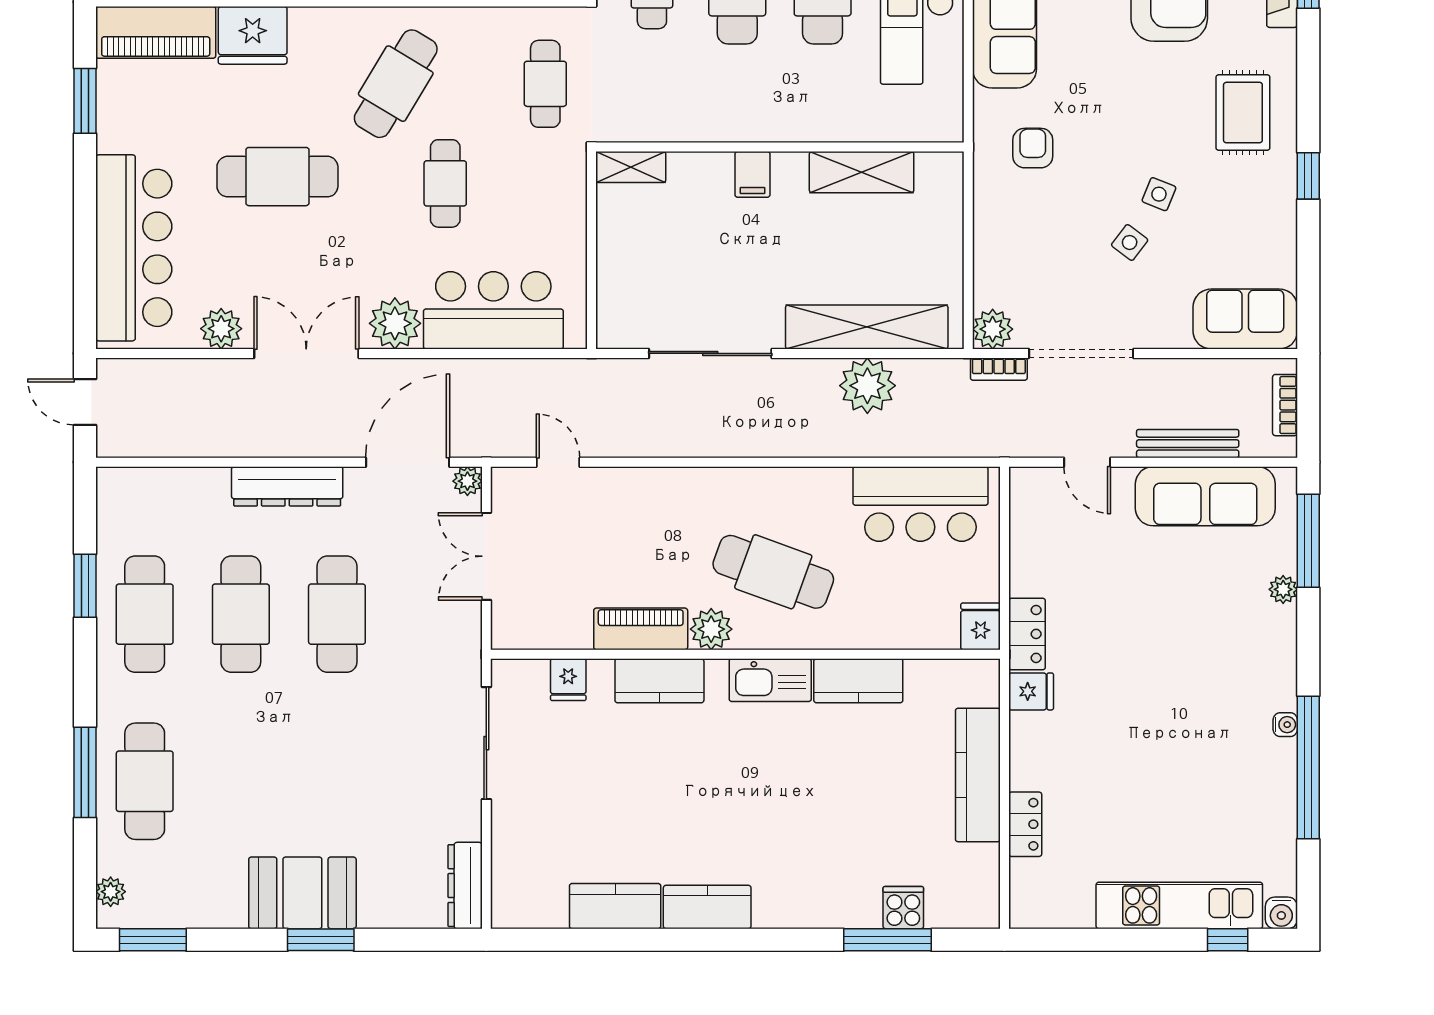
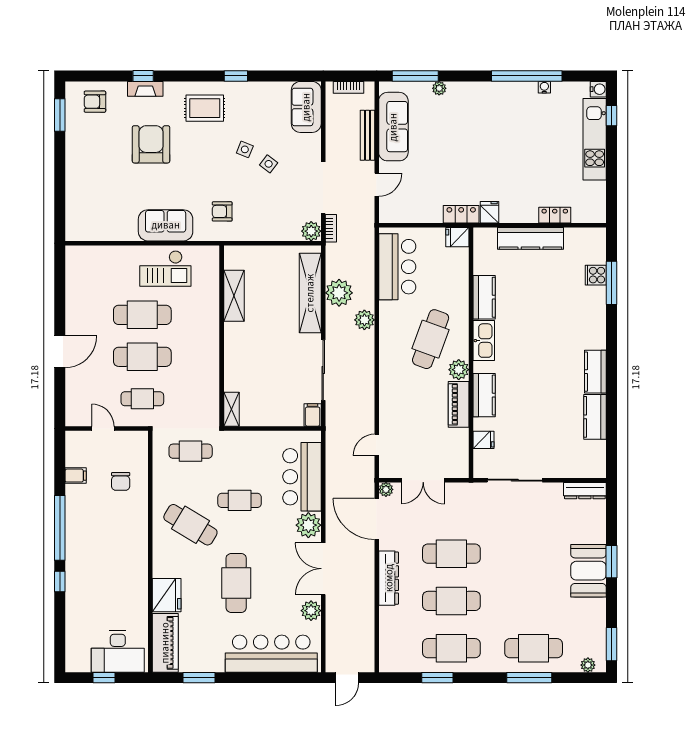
filing cabinet: (752, 174) -> (313, 415), moved, turned -90
plant: (812, 437) -> (364, 320), added
water cooler: (1285, 725) -> (544, 87), moved

